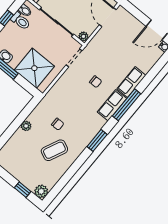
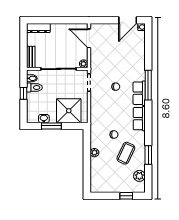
row of seats: (131, 82) -> (139, 119), moved
window: (97, 140) -> (148, 155), moved
plant: (41, 191) -> (139, 176), moved

